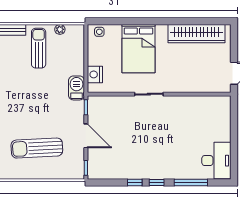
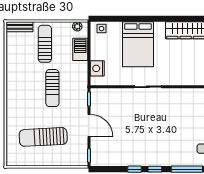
plant: (60, 29) -> (77, 26), moved
barbecue: (76, 88) -> (80, 49), moved
sun lounger: (47, 96) -> (52, 88), added

